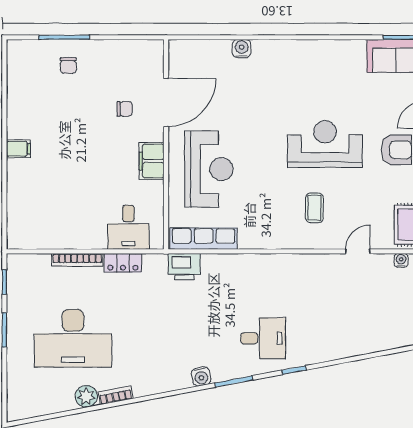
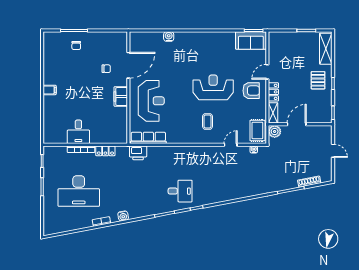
desk: (128, 227) -> (78, 132), moved
water cooler: (201, 376) -> (123, 216), moved
plant: (86, 396) -> (86, 222), removed

